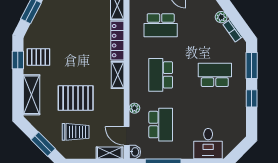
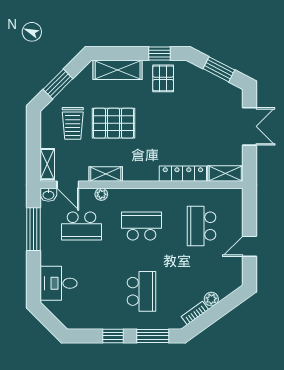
shelving: (118, 75) -> (106, 174), moved
pallet: (76, 98) -> (113, 123), turned 90
door: (127, 136) -> (68, 185), swing flipped

